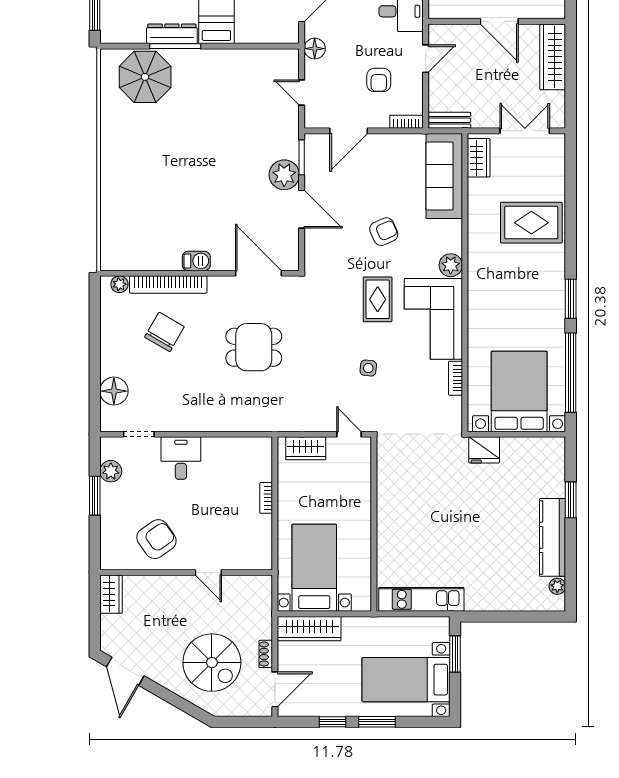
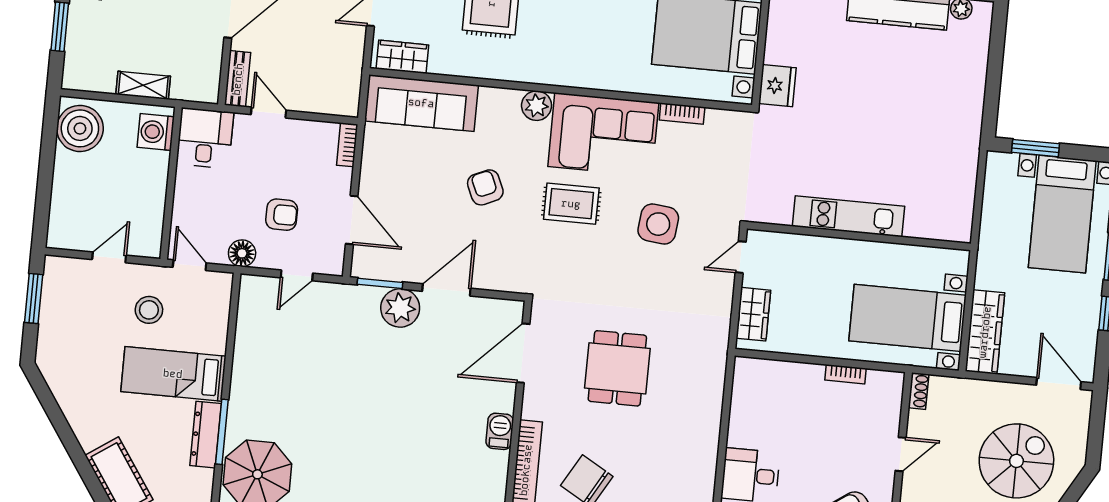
armchair: (379, 80) -> (282, 215), moved
bench: (449, 120) -> (238, 79), moved
side table: (368, 368) -> (658, 224), width x1.87, depth x1.87
bookcase: (266, 498) -> (846, 374), moved
kitchen unit: (421, 599) -> (849, 216), moved, turned 90
shoe rack: (266, 654) -> (919, 391), moved, turned -90

